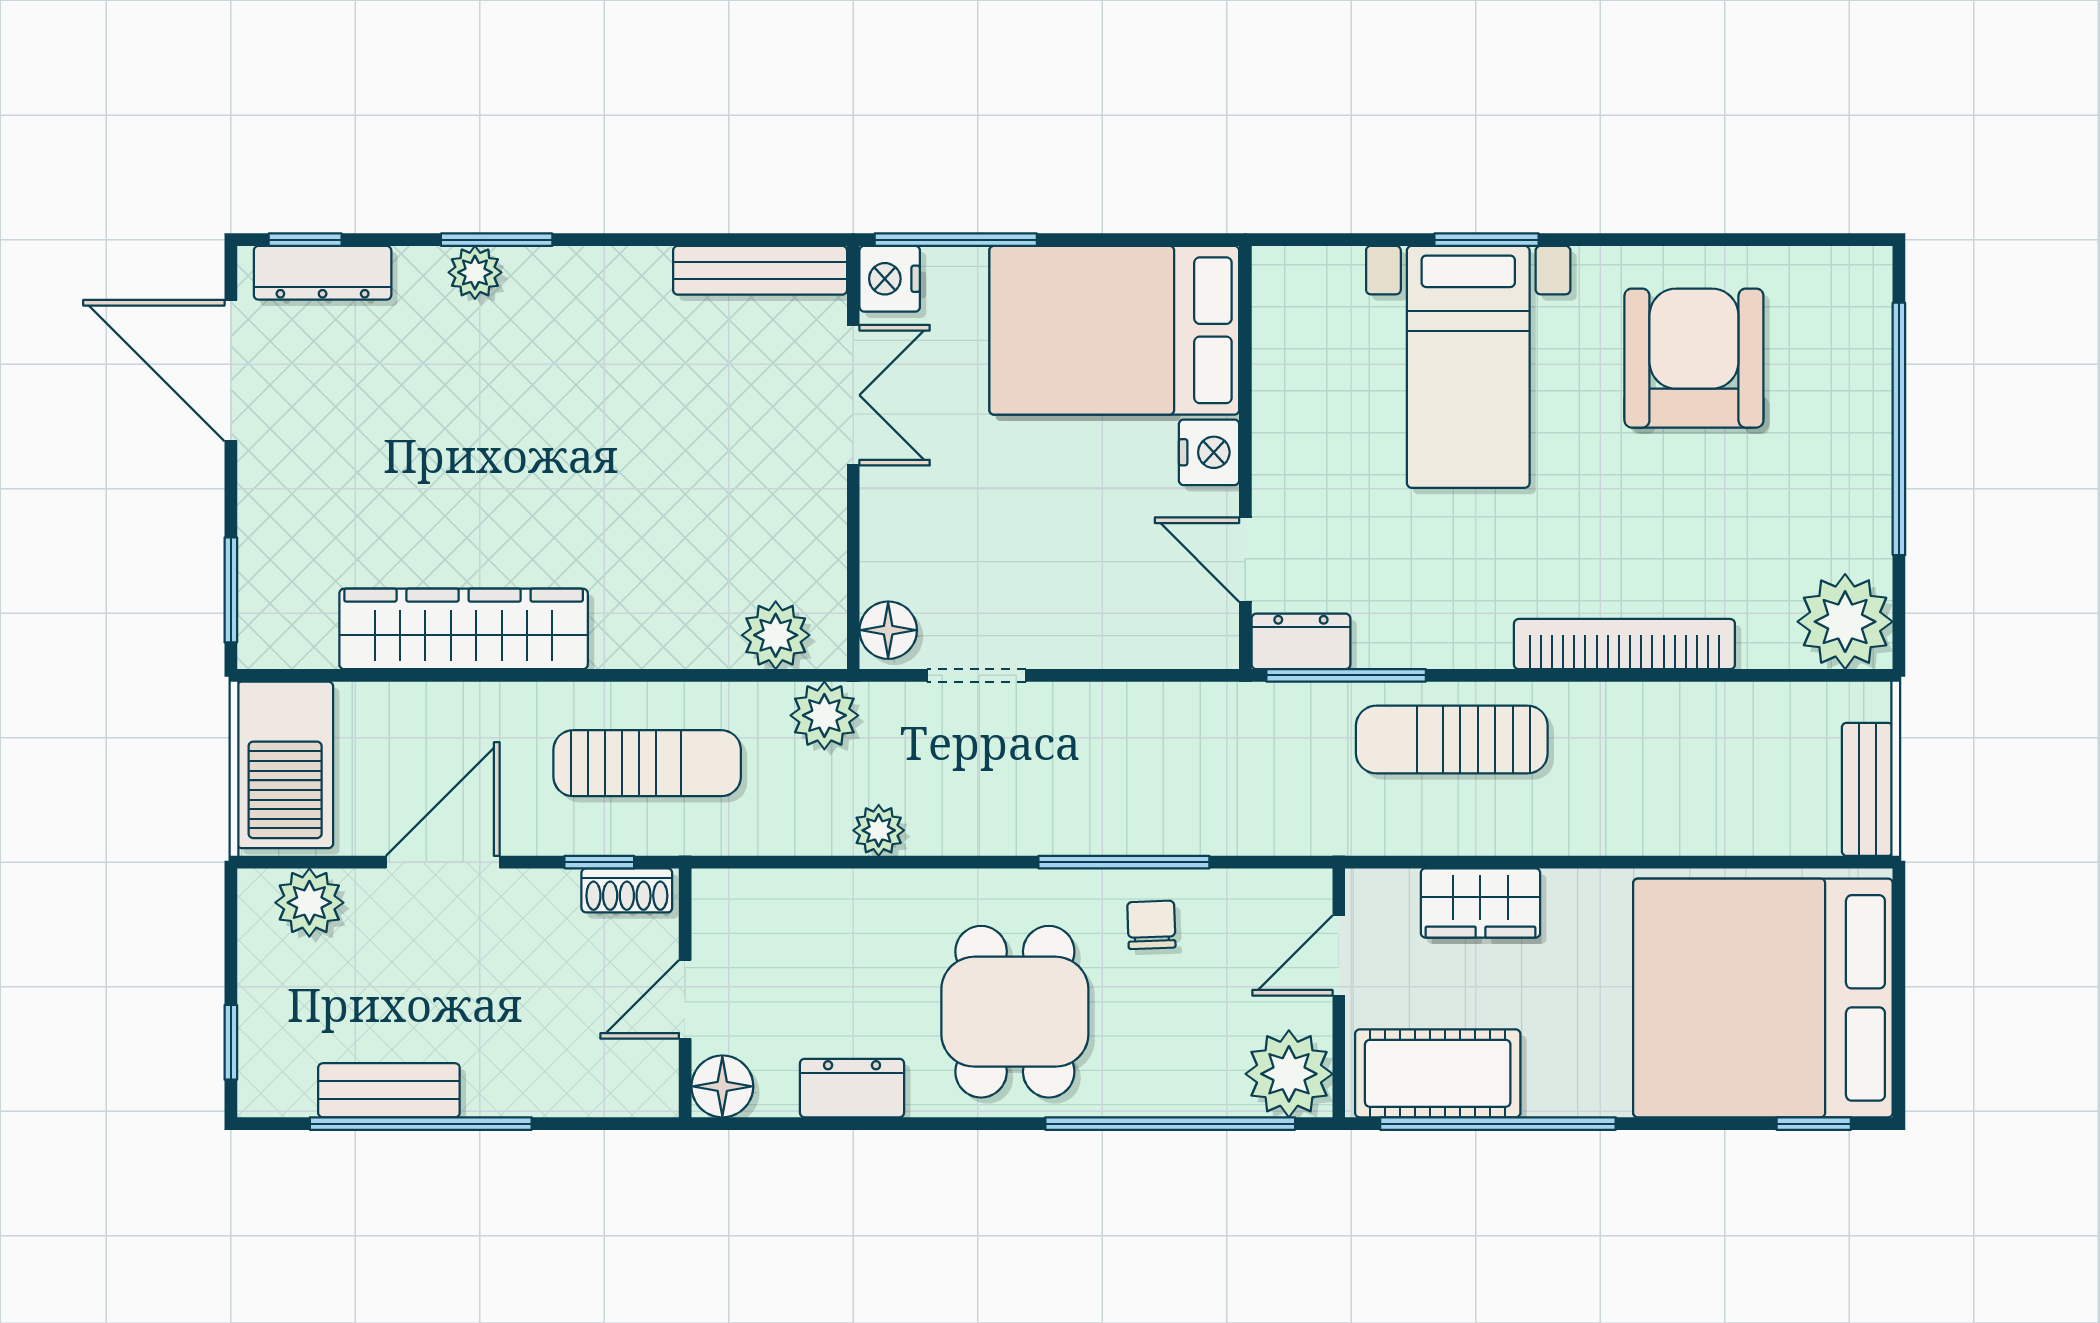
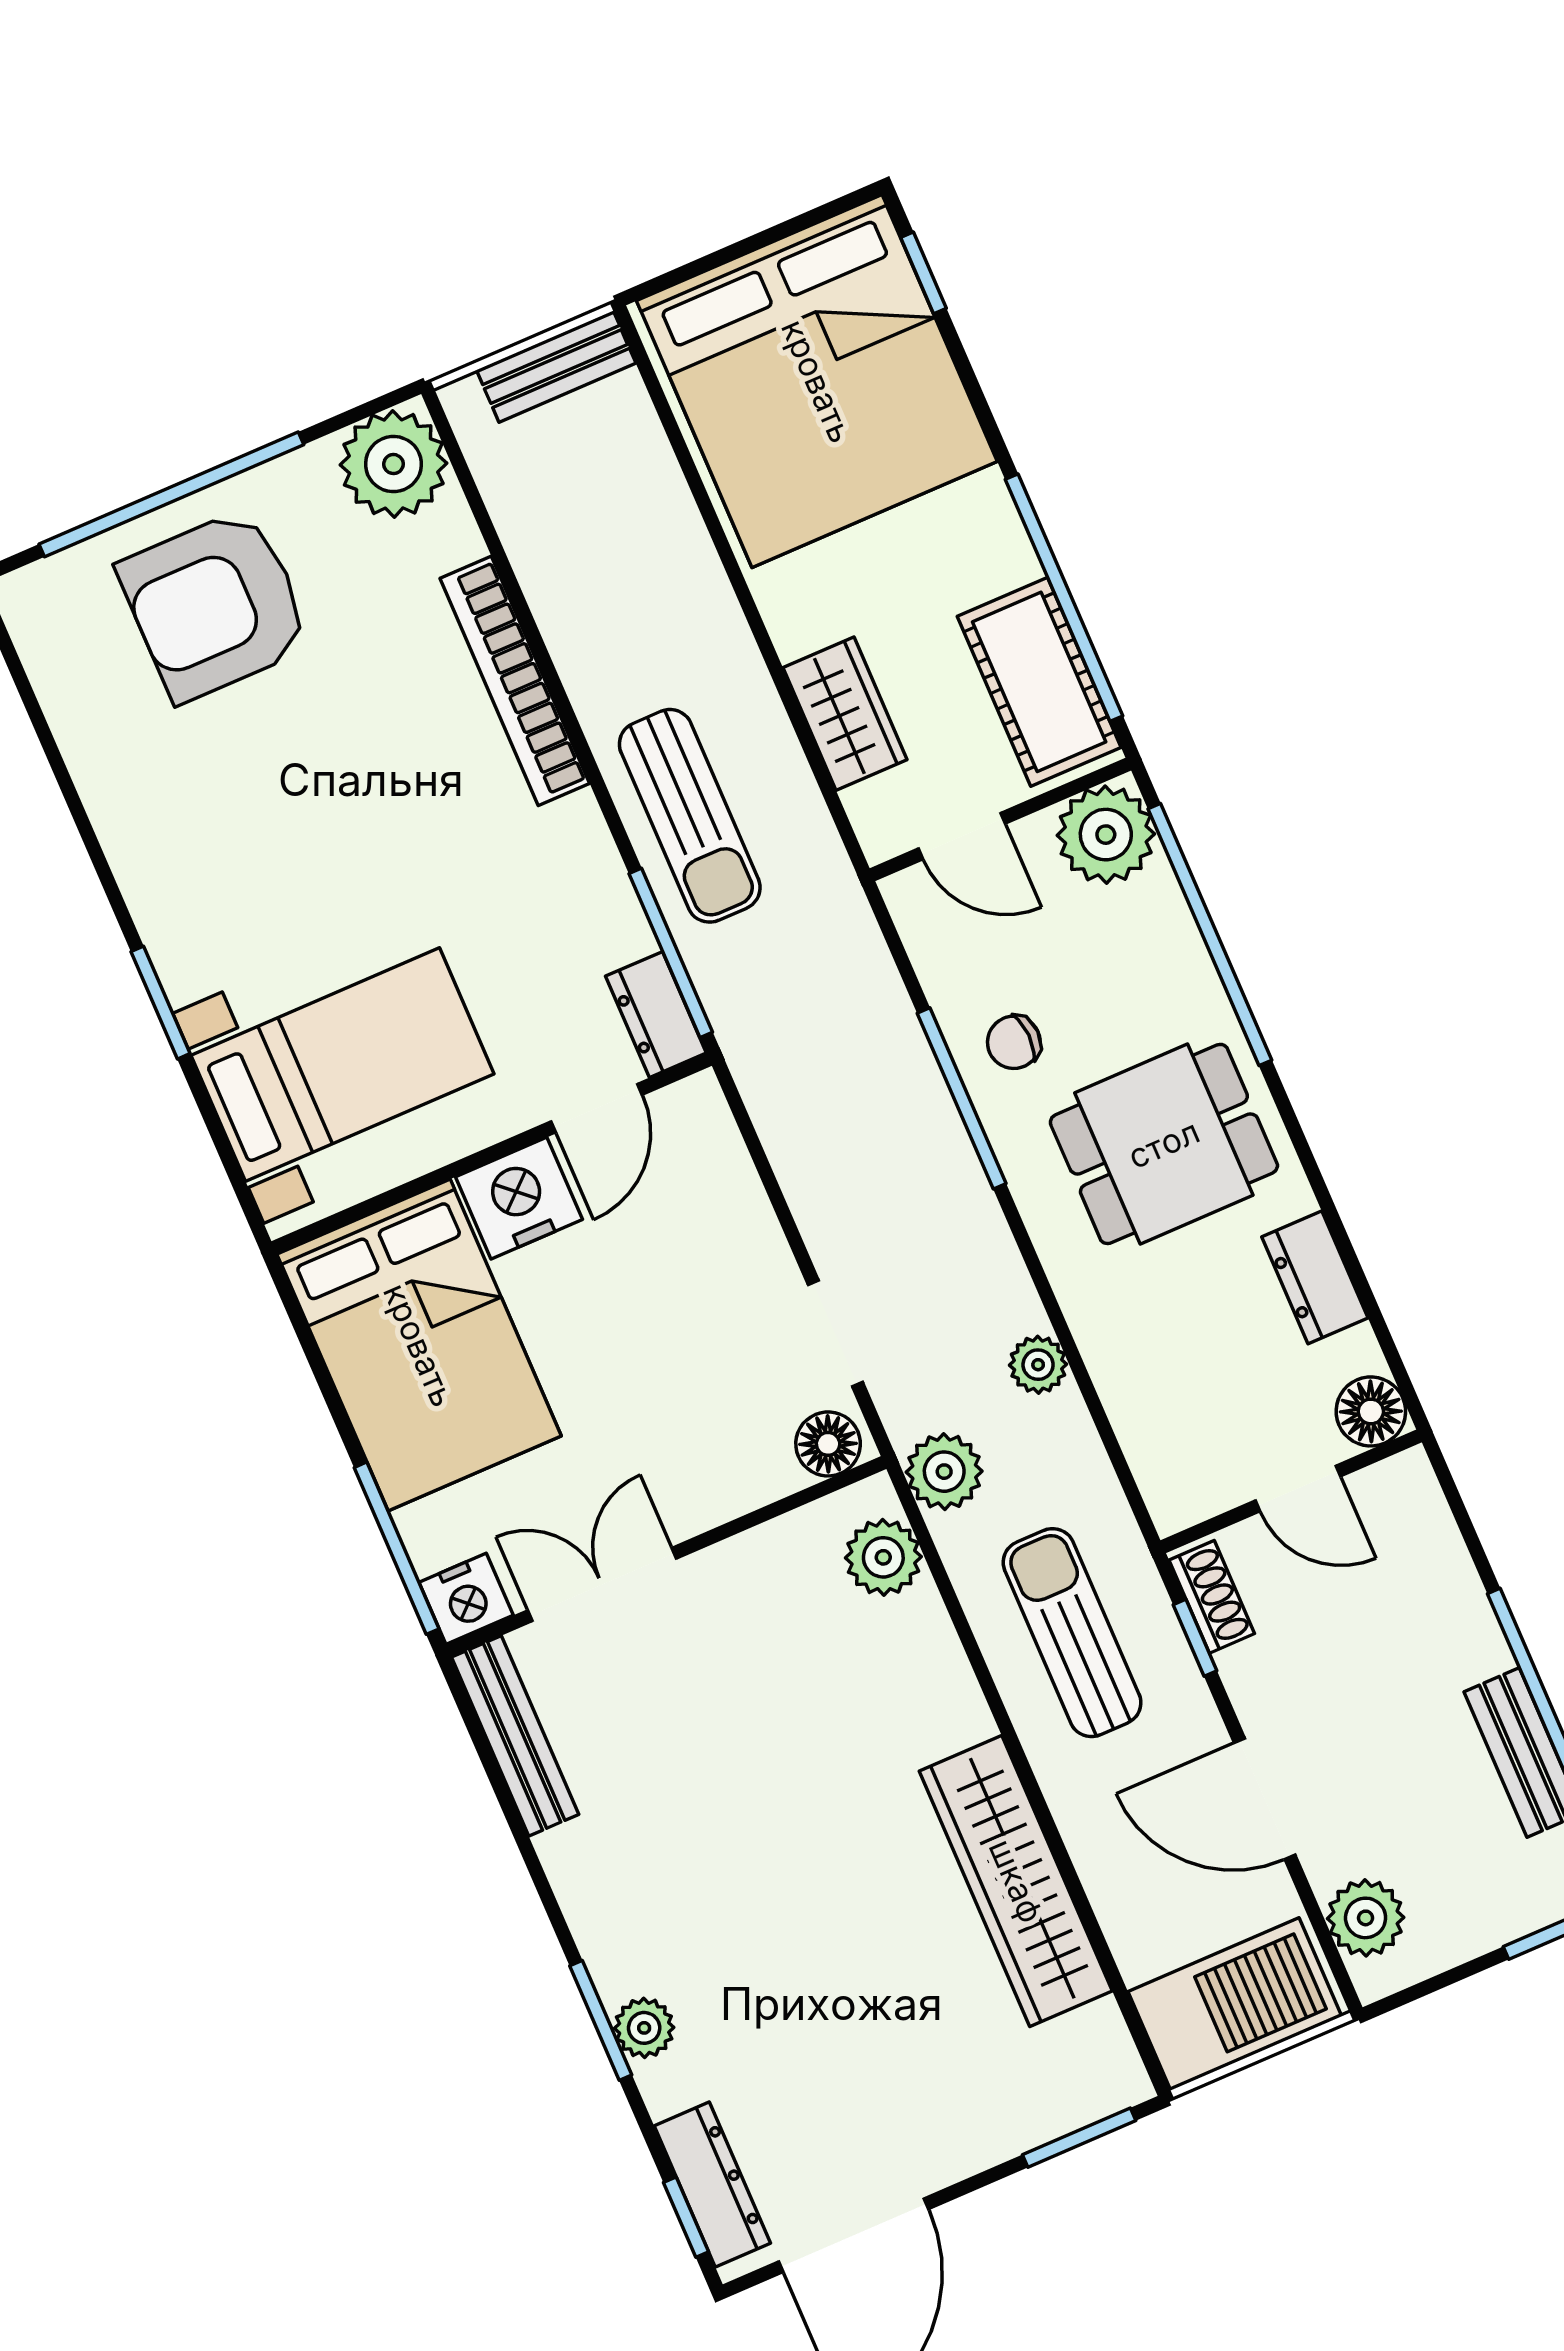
armchair: (1694, 358) -> (215, 605), moved
bed with nightstands: (1468, 367) -> (342, 1065), moved
nightstand: (1209, 452) -> (519, 1198), width x1.36, depth x1.33

